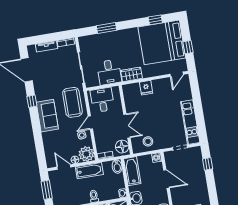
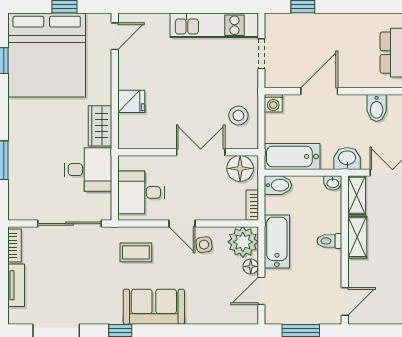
door: (177, 74) -> (115, 36), hinge flipped
coffee table: (72, 102) -> (136, 252), width x0.54, depth x0.58

